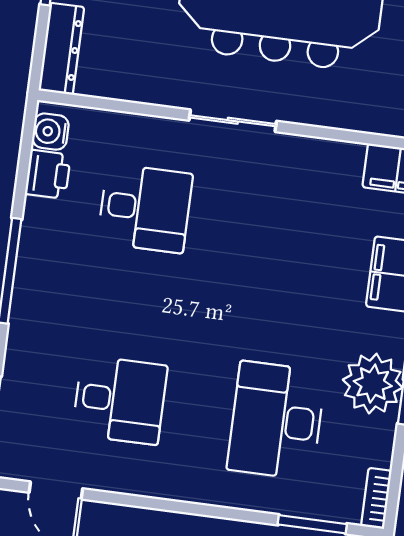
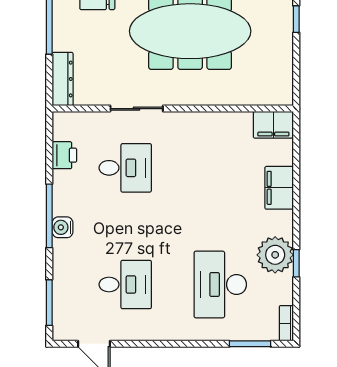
sliding door: (233, 121) -> (137, 109), moved
water cooler: (50, 132) -> (63, 227), moved

